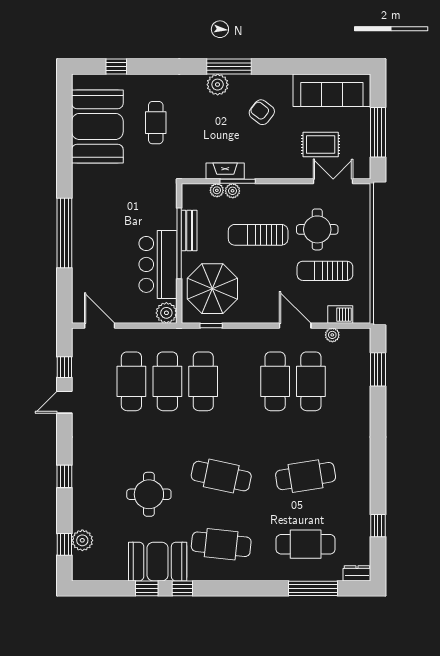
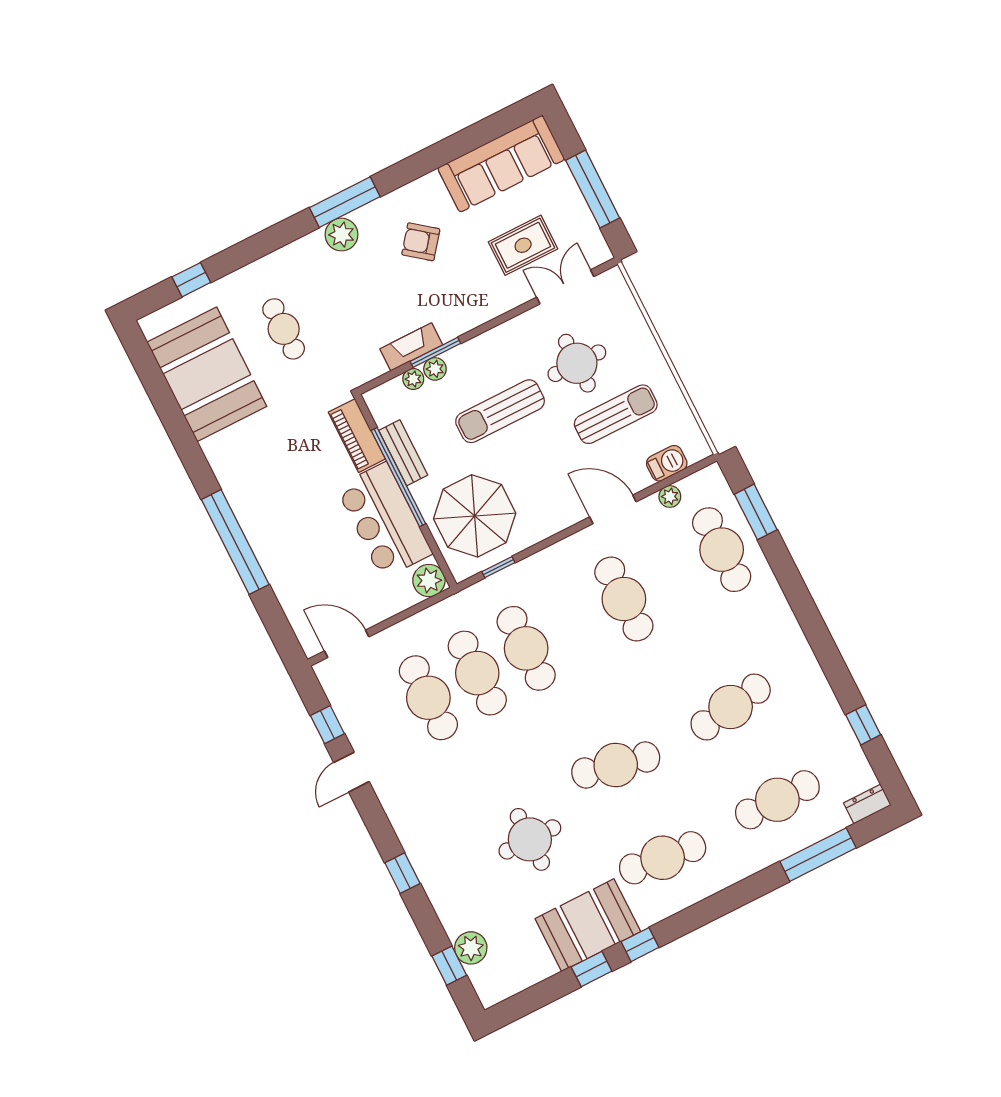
piano: (167, 207) -> (357, 436), added
sun lounger: (325, 271) -> (616, 414), turned 180
cafe table: (311, 381) -> (722, 550), moved

